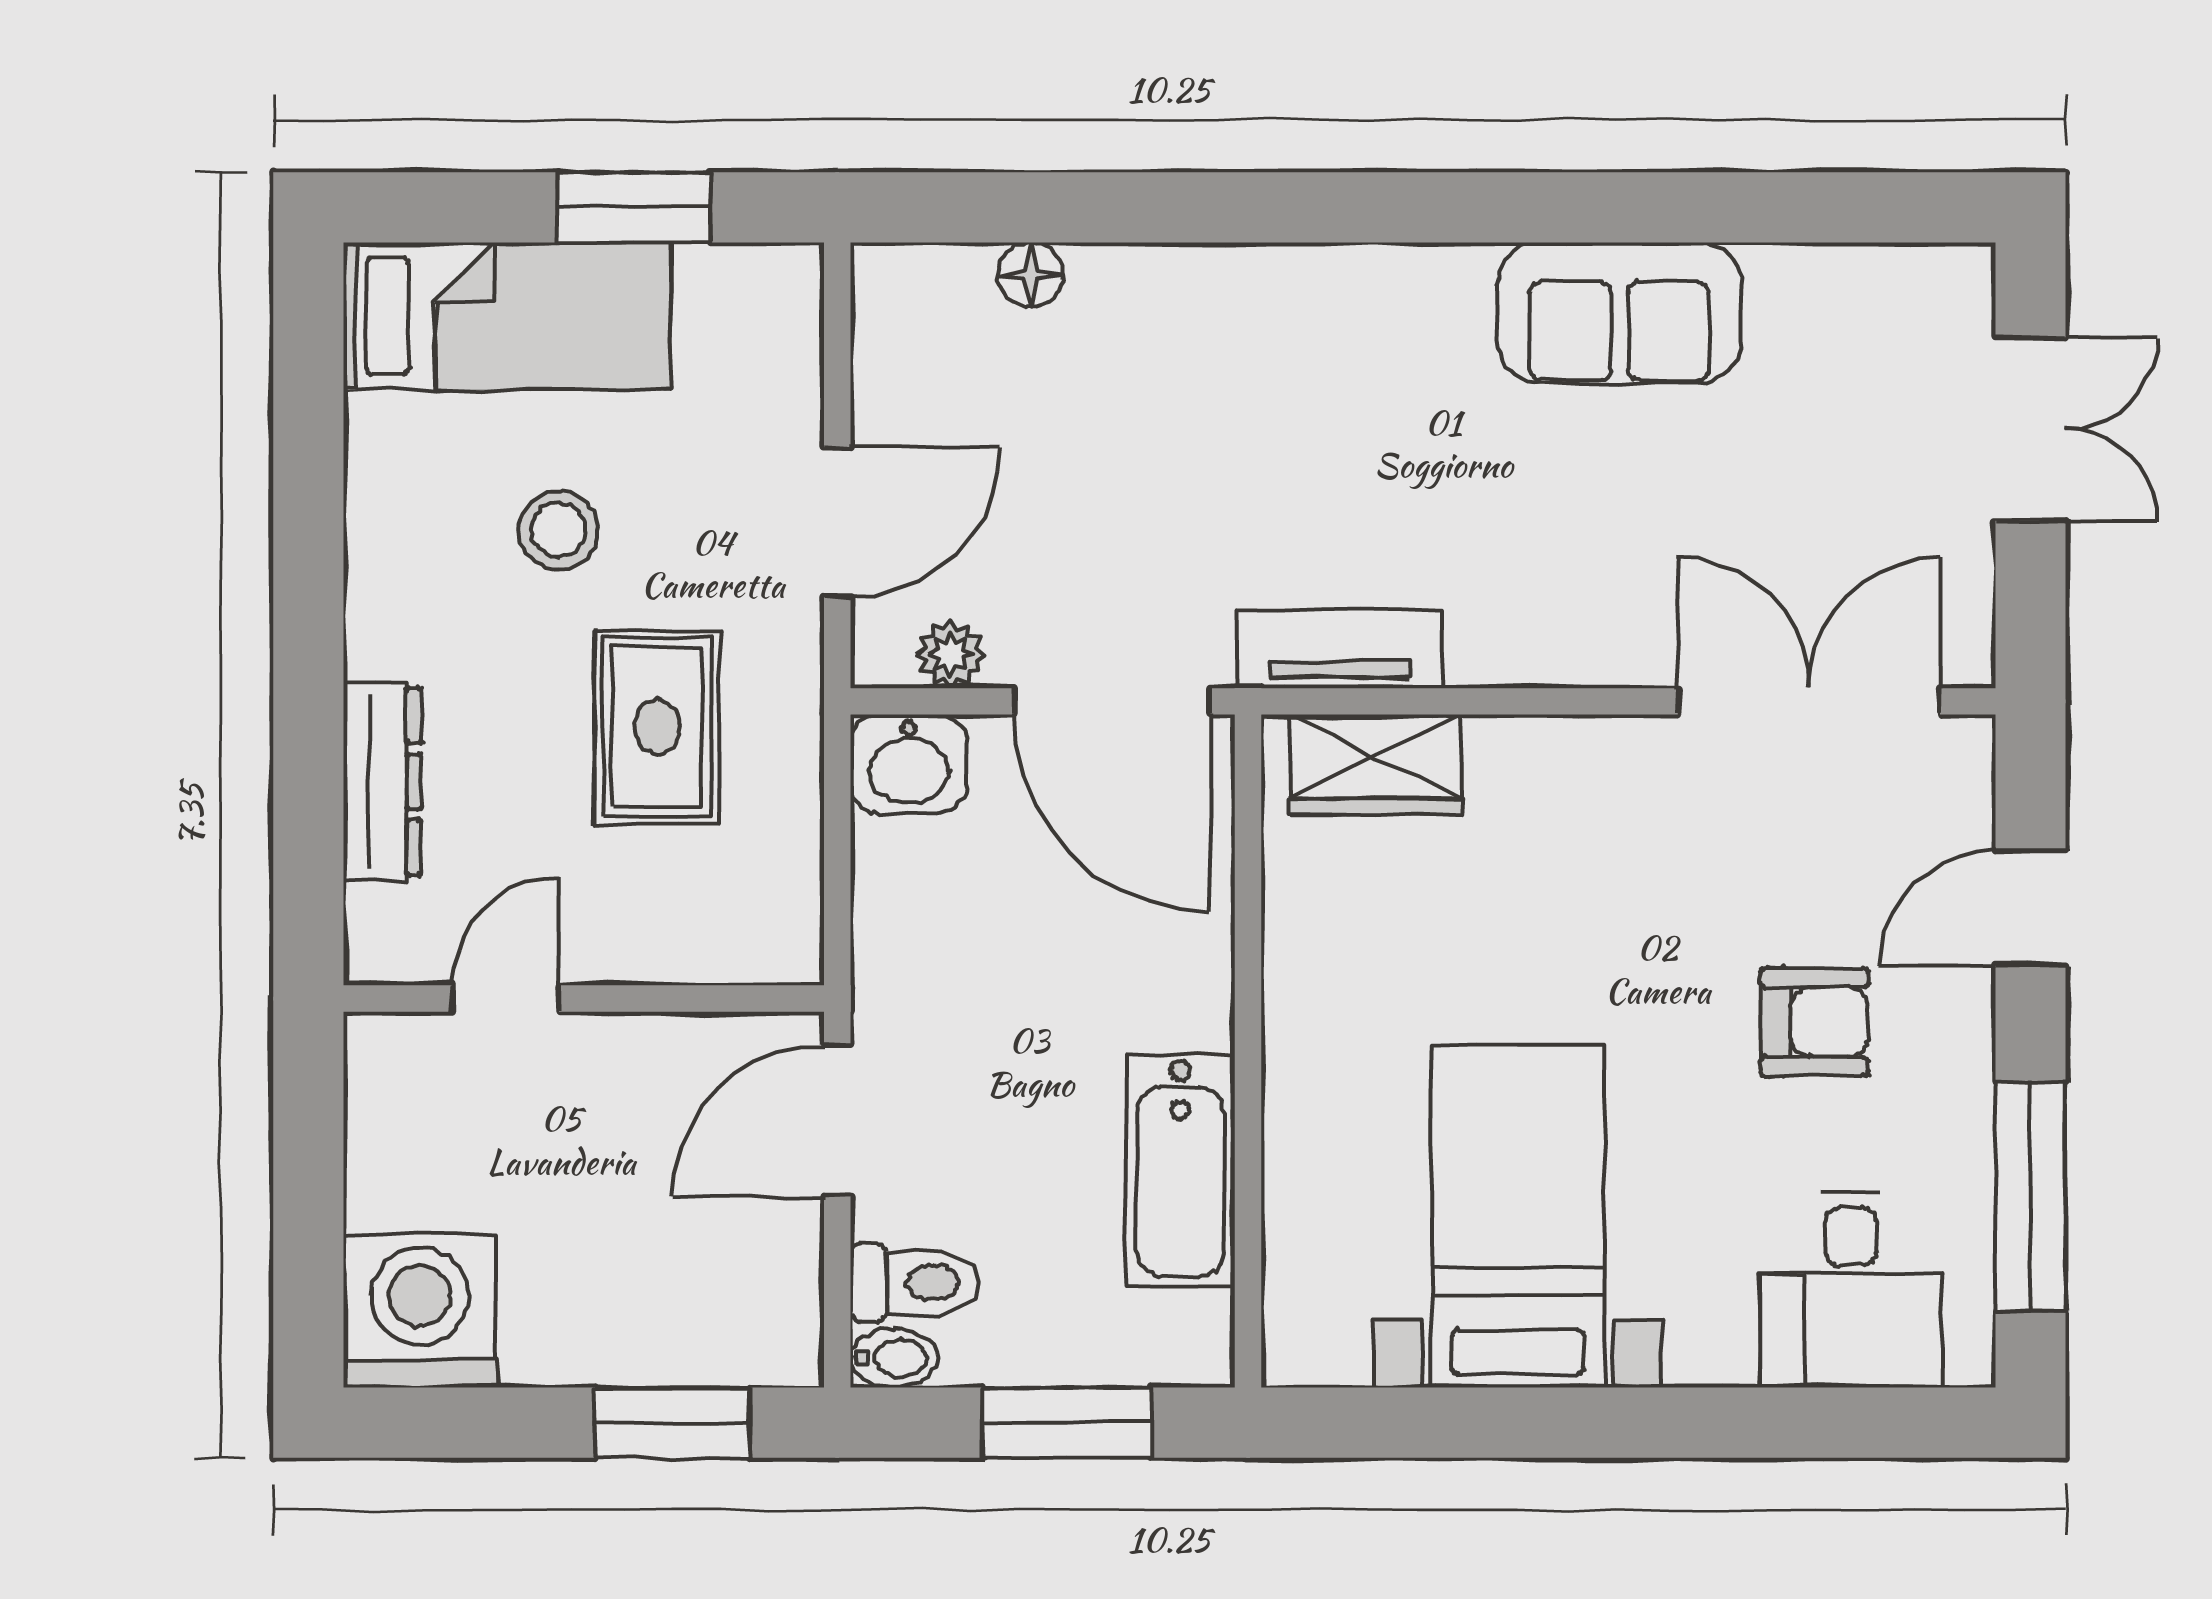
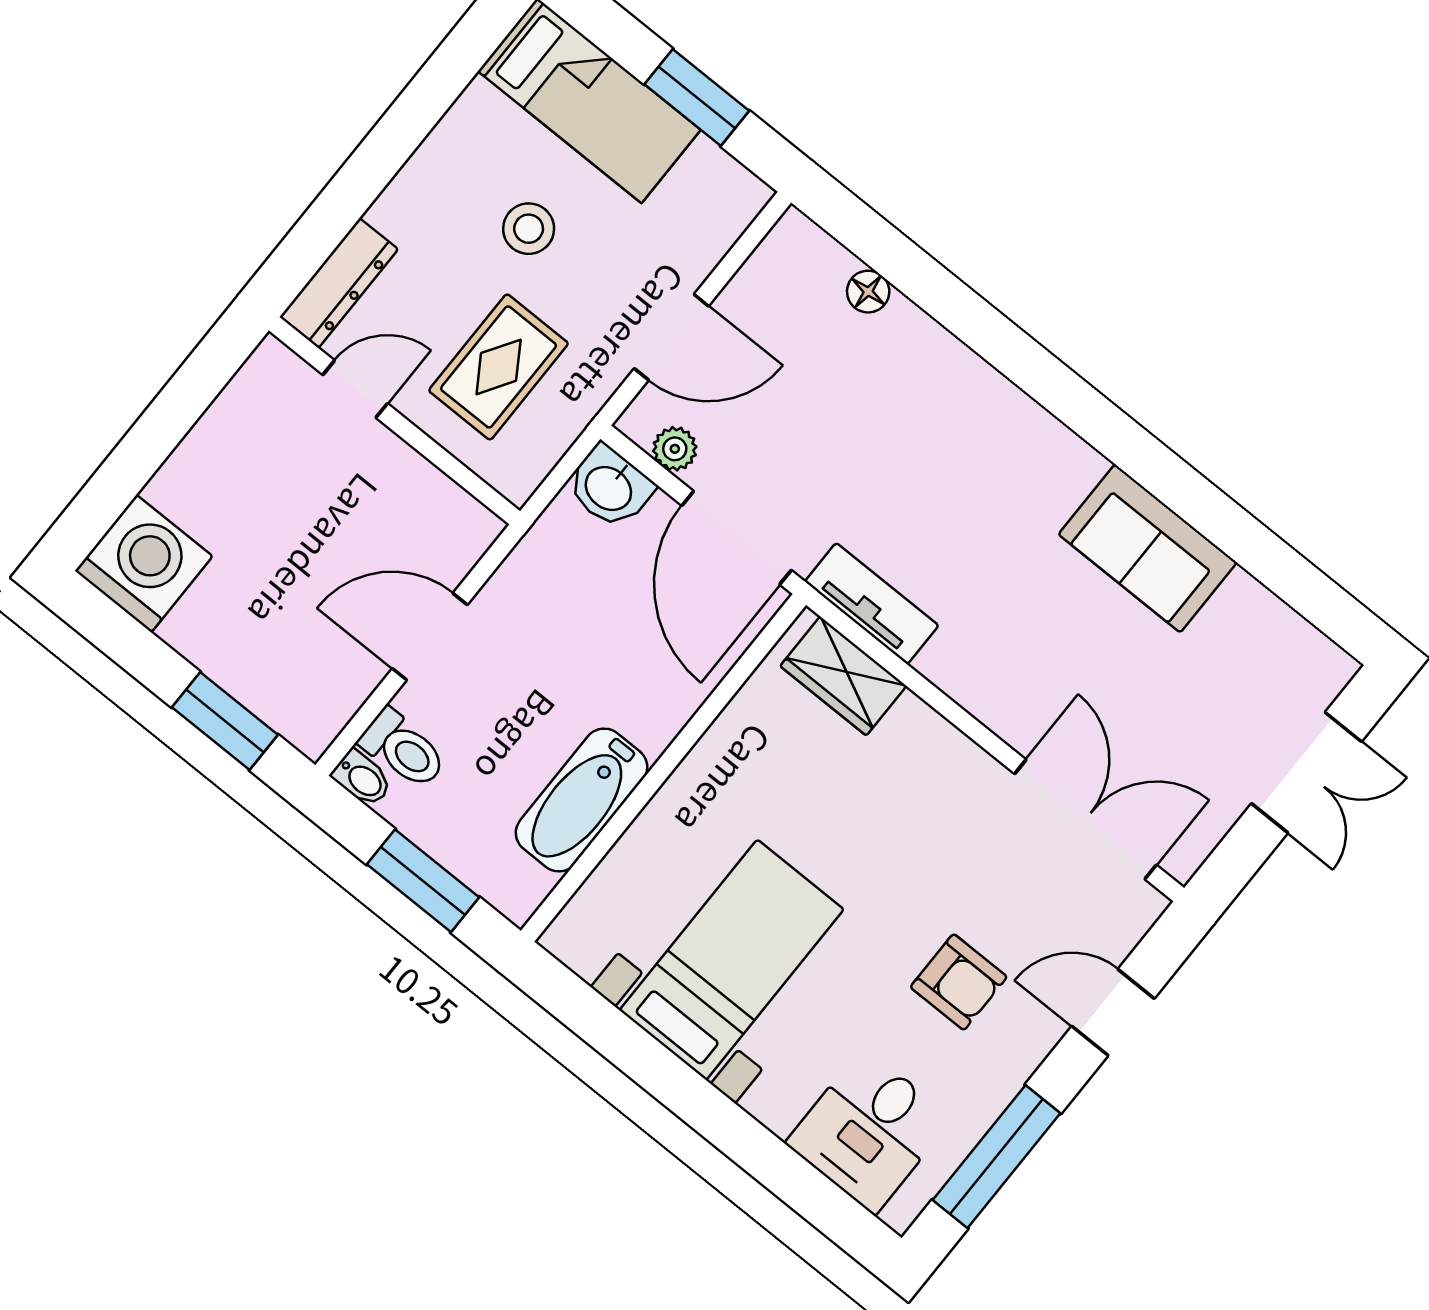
door: (505, 999) -> (355, 389), moved
wall: (584, 999) -> (394, 421), moved

